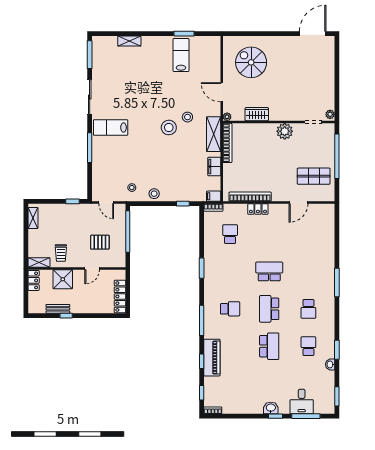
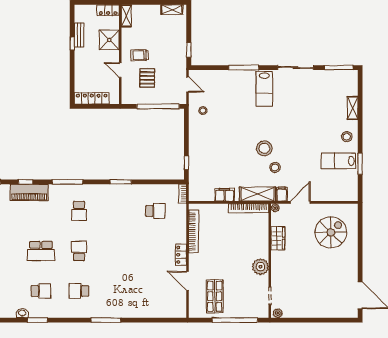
lab bench: (181, 55) -> (338, 161), turned 180
lab bench: (111, 127) -> (264, 89), turned 180
stool: (154, 194) -> (347, 137), moved
filing cabinet: (214, 196) -> (282, 194), moved
door: (106, 203) -> (188, 84), swing flipped
locker: (258, 209) -> (181, 255), moved
trolley: (61, 253) -> (140, 55), moved
school desk: (269, 271) -> (117, 251), removed
school desk: (269, 309) -> (79, 251), width x0.54

